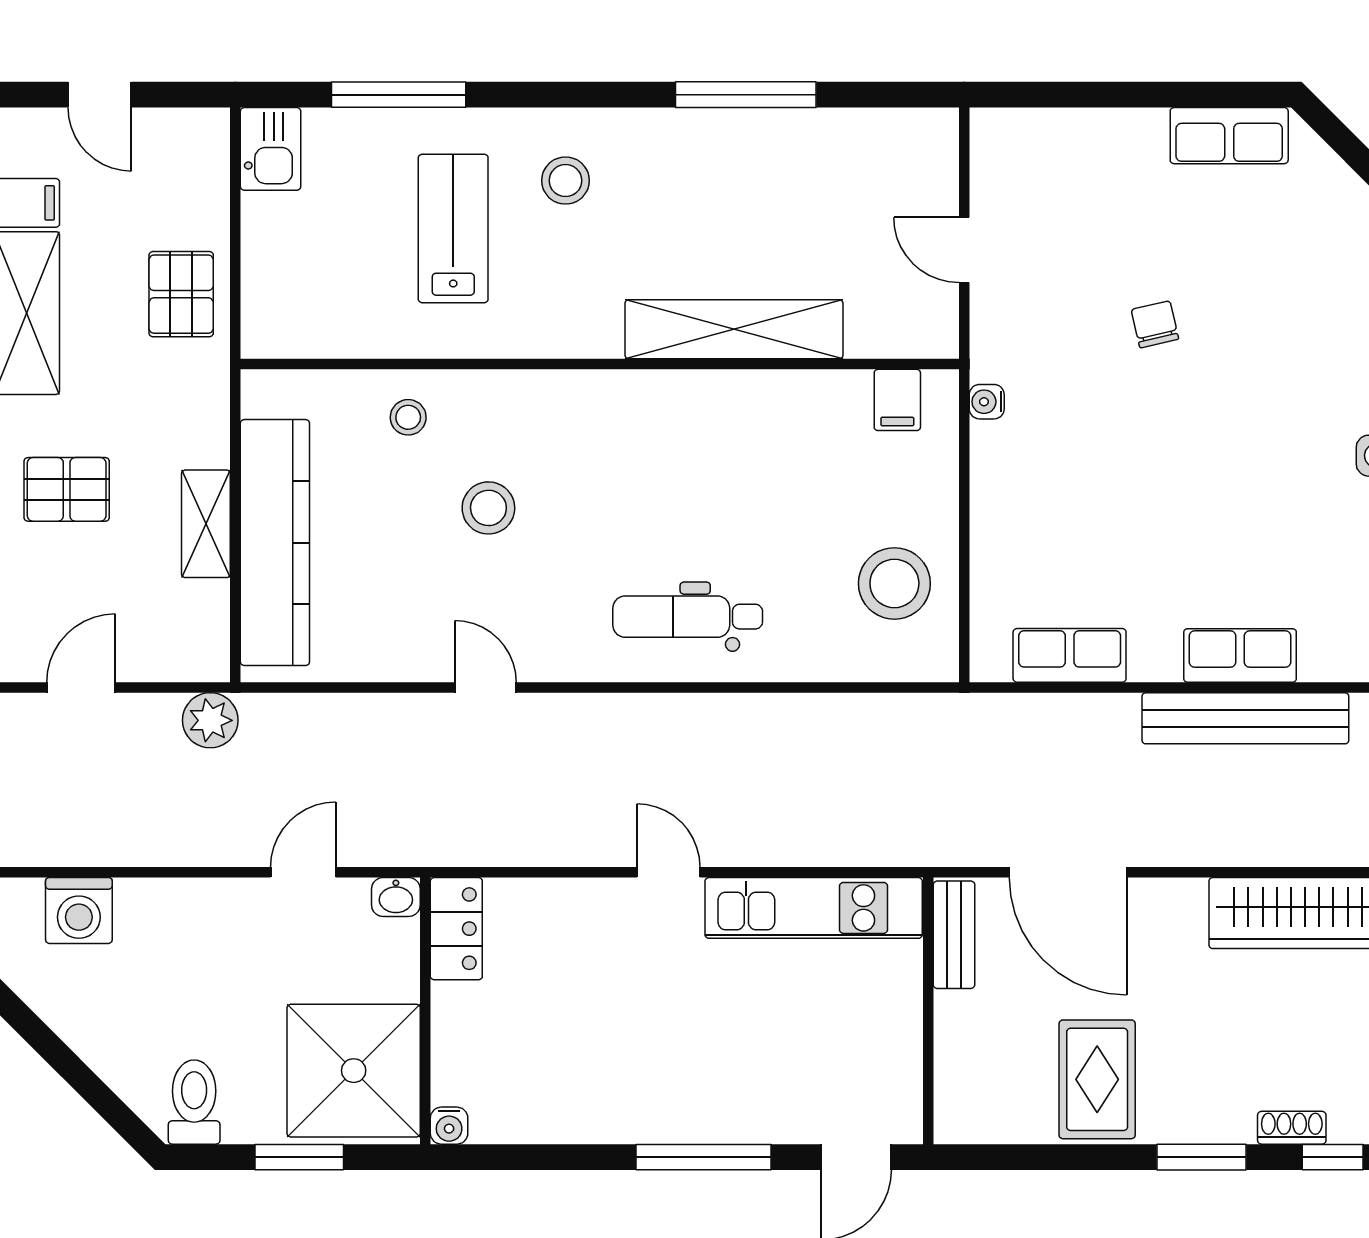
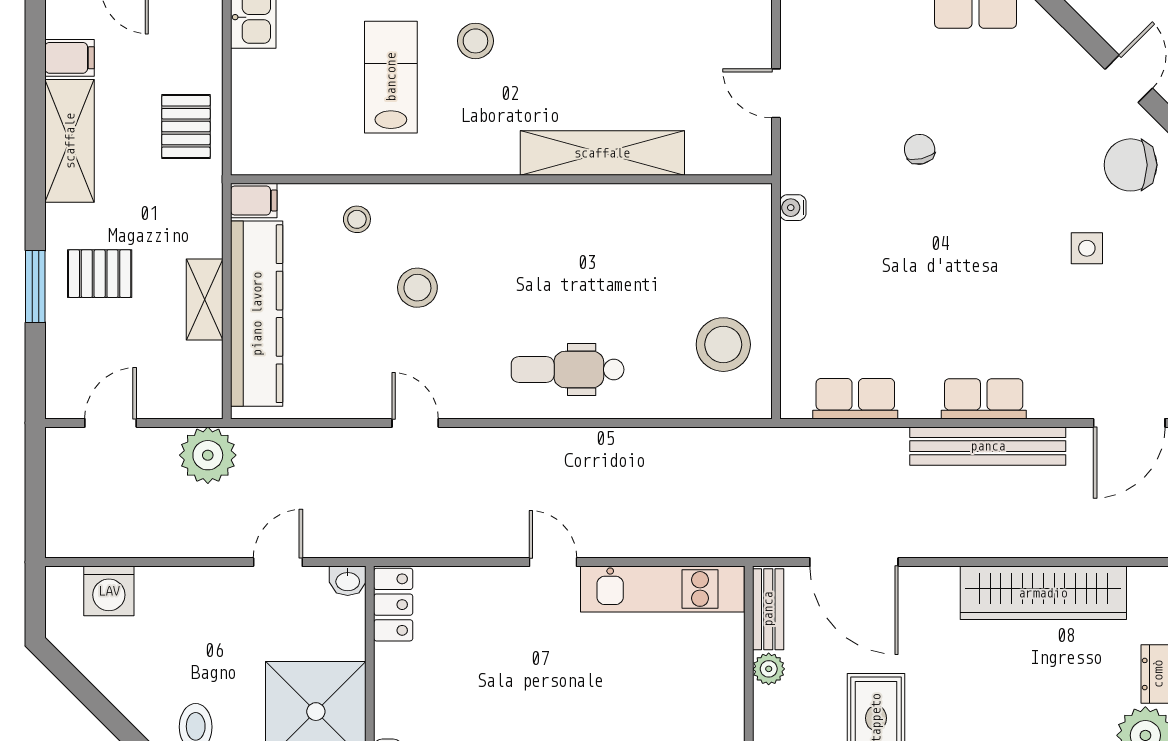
filing cabinet: (897, 400) -> (254, 200), moved, turned -90
plant: (210, 720) -> (208, 455), width x1.36, depth x1.36
plant: (955, 1014) -> (769, 669), added

